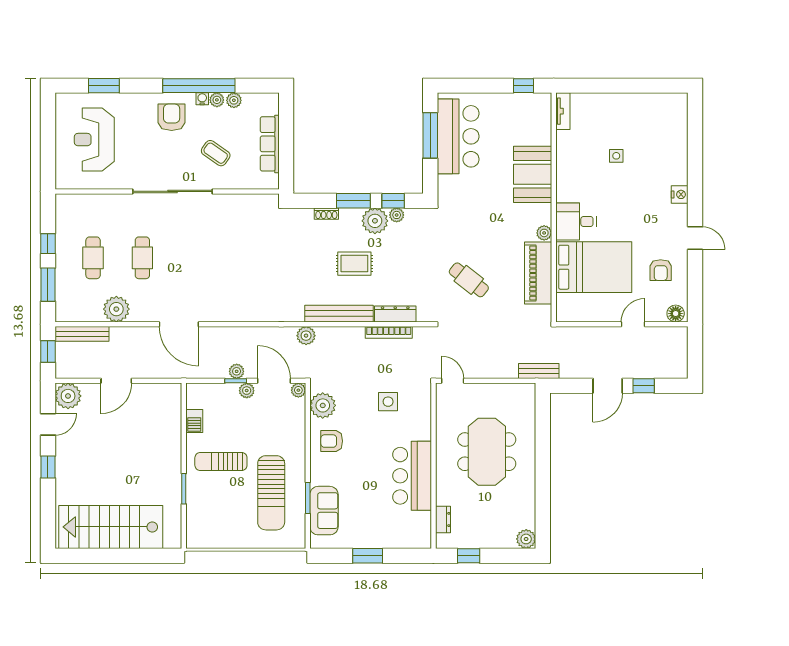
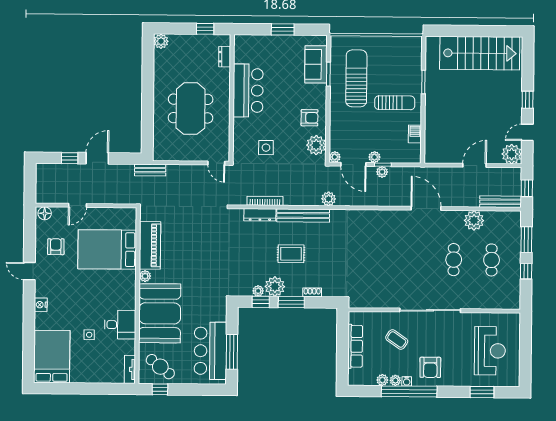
bed: (665, 127) -> (52, 357), added
booth: (533, 174) -> (160, 313), width x1.36, depth x1.42
desk: (576, 222) -> (120, 325), moved
cafe table: (469, 280) -> (160, 367), moved

